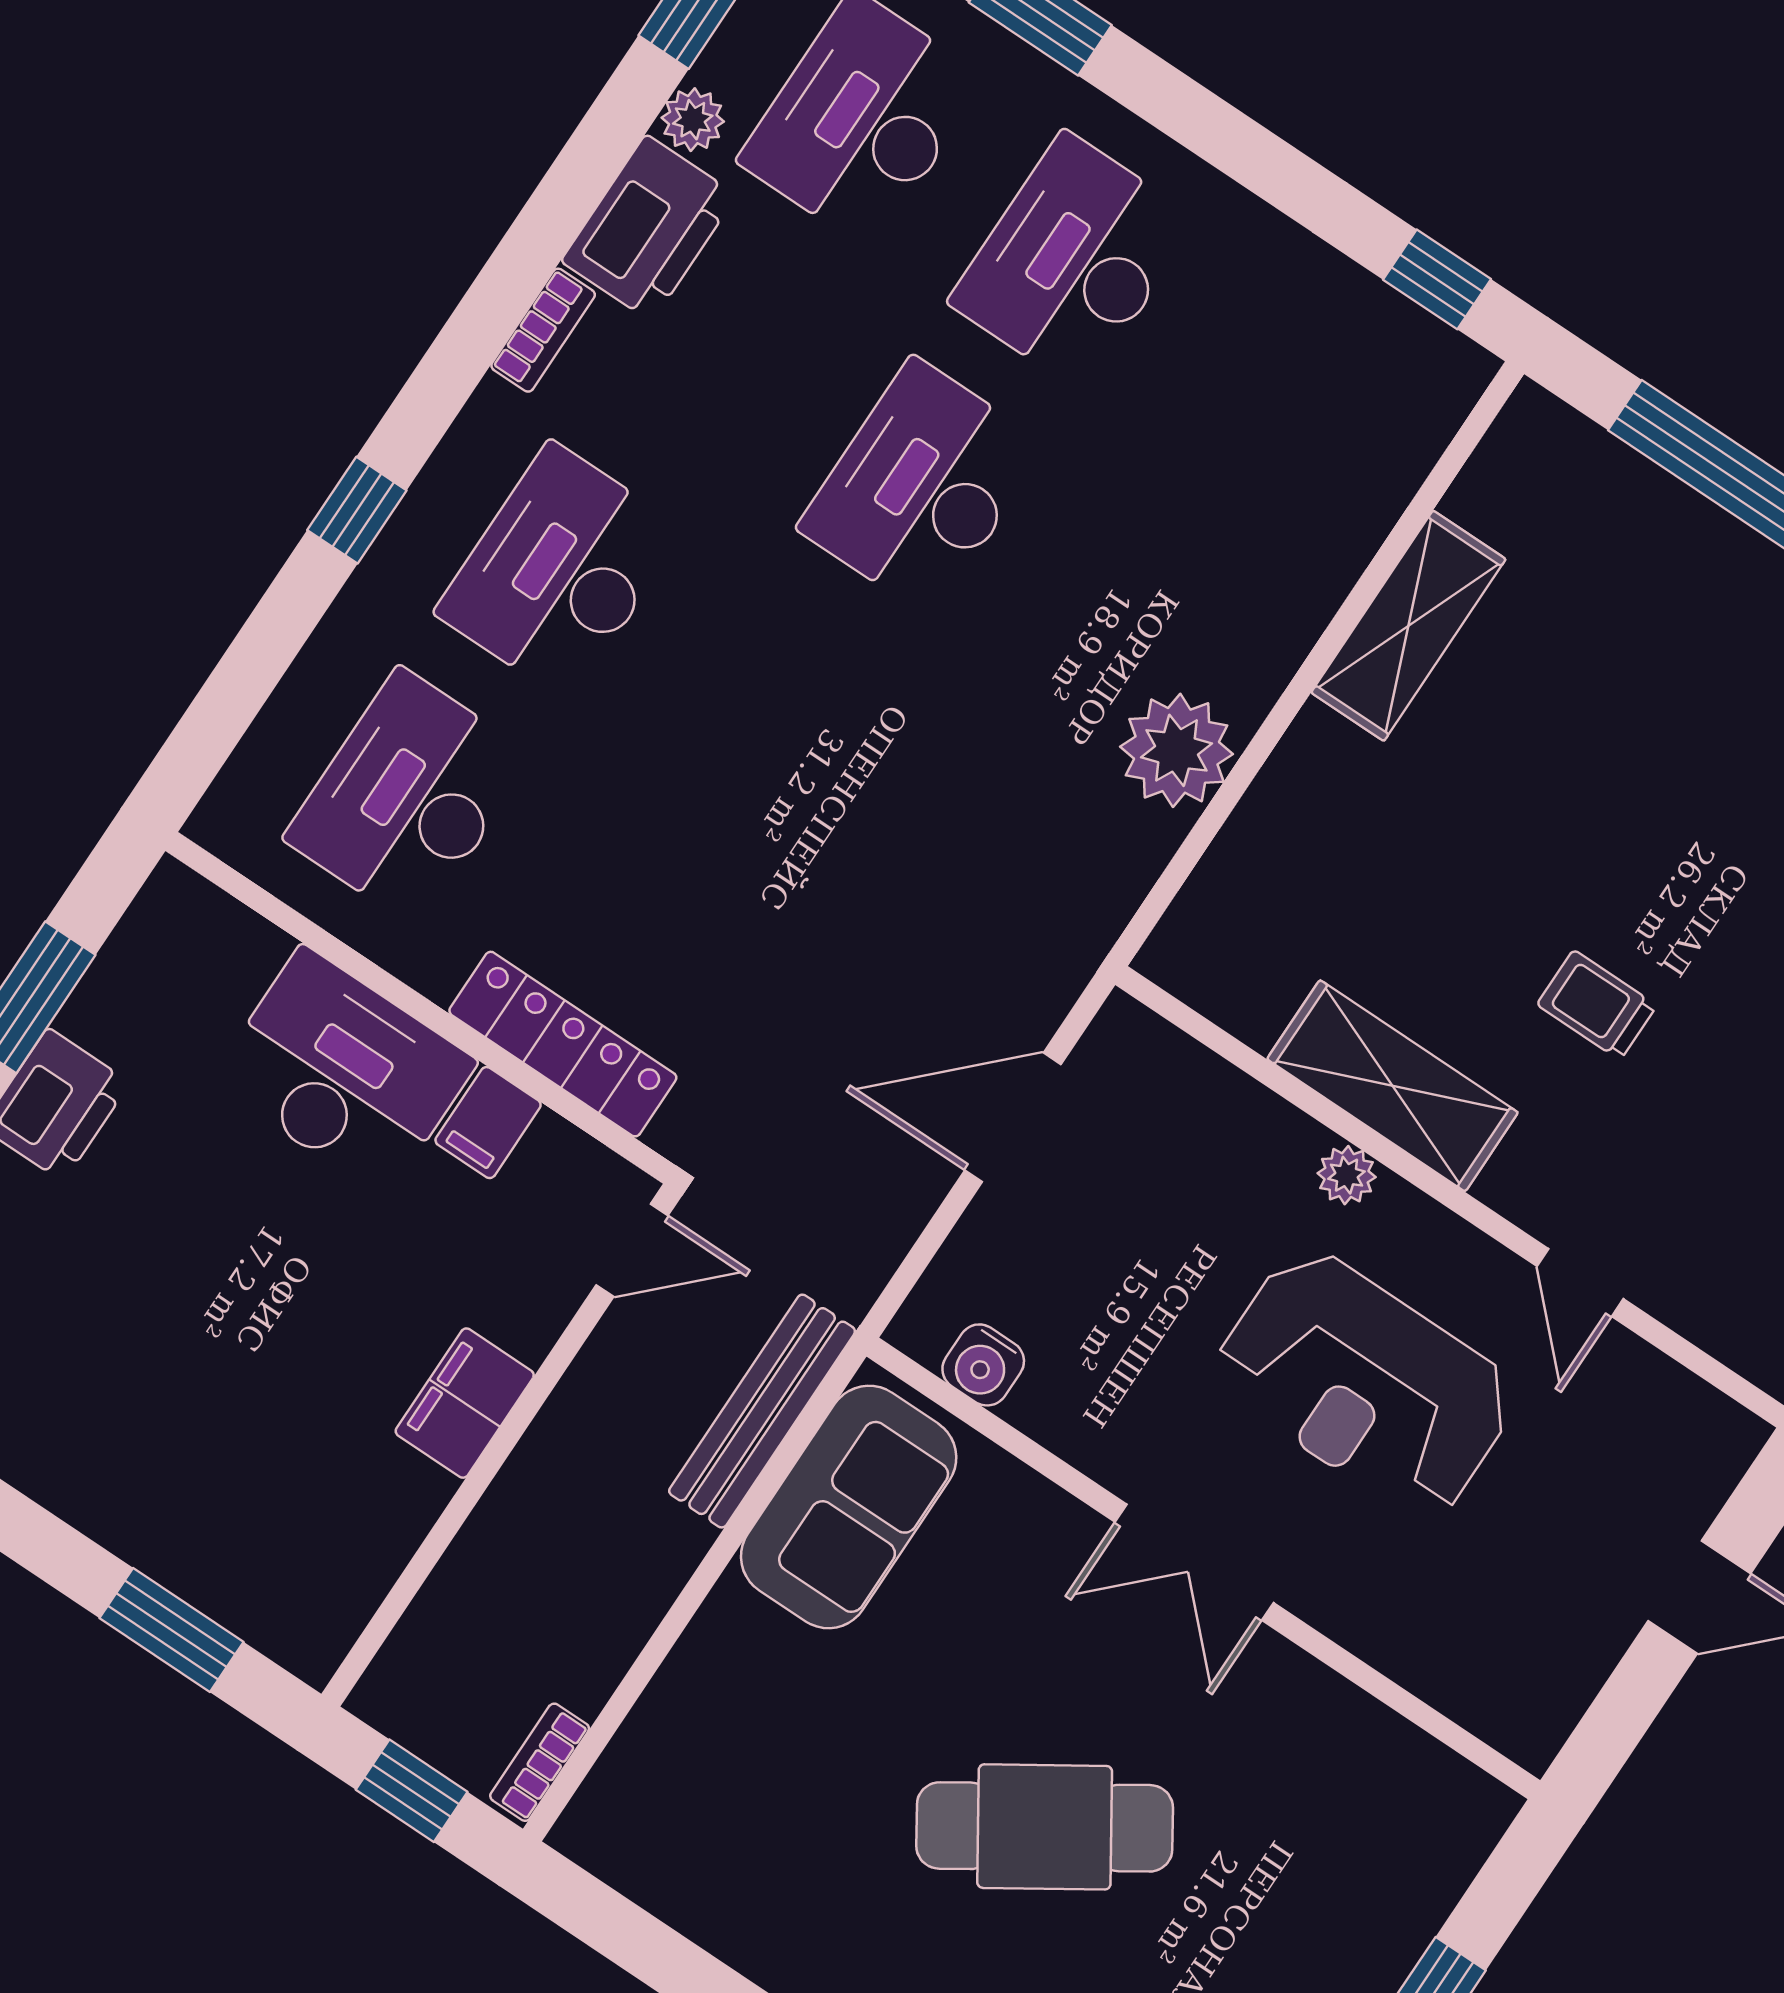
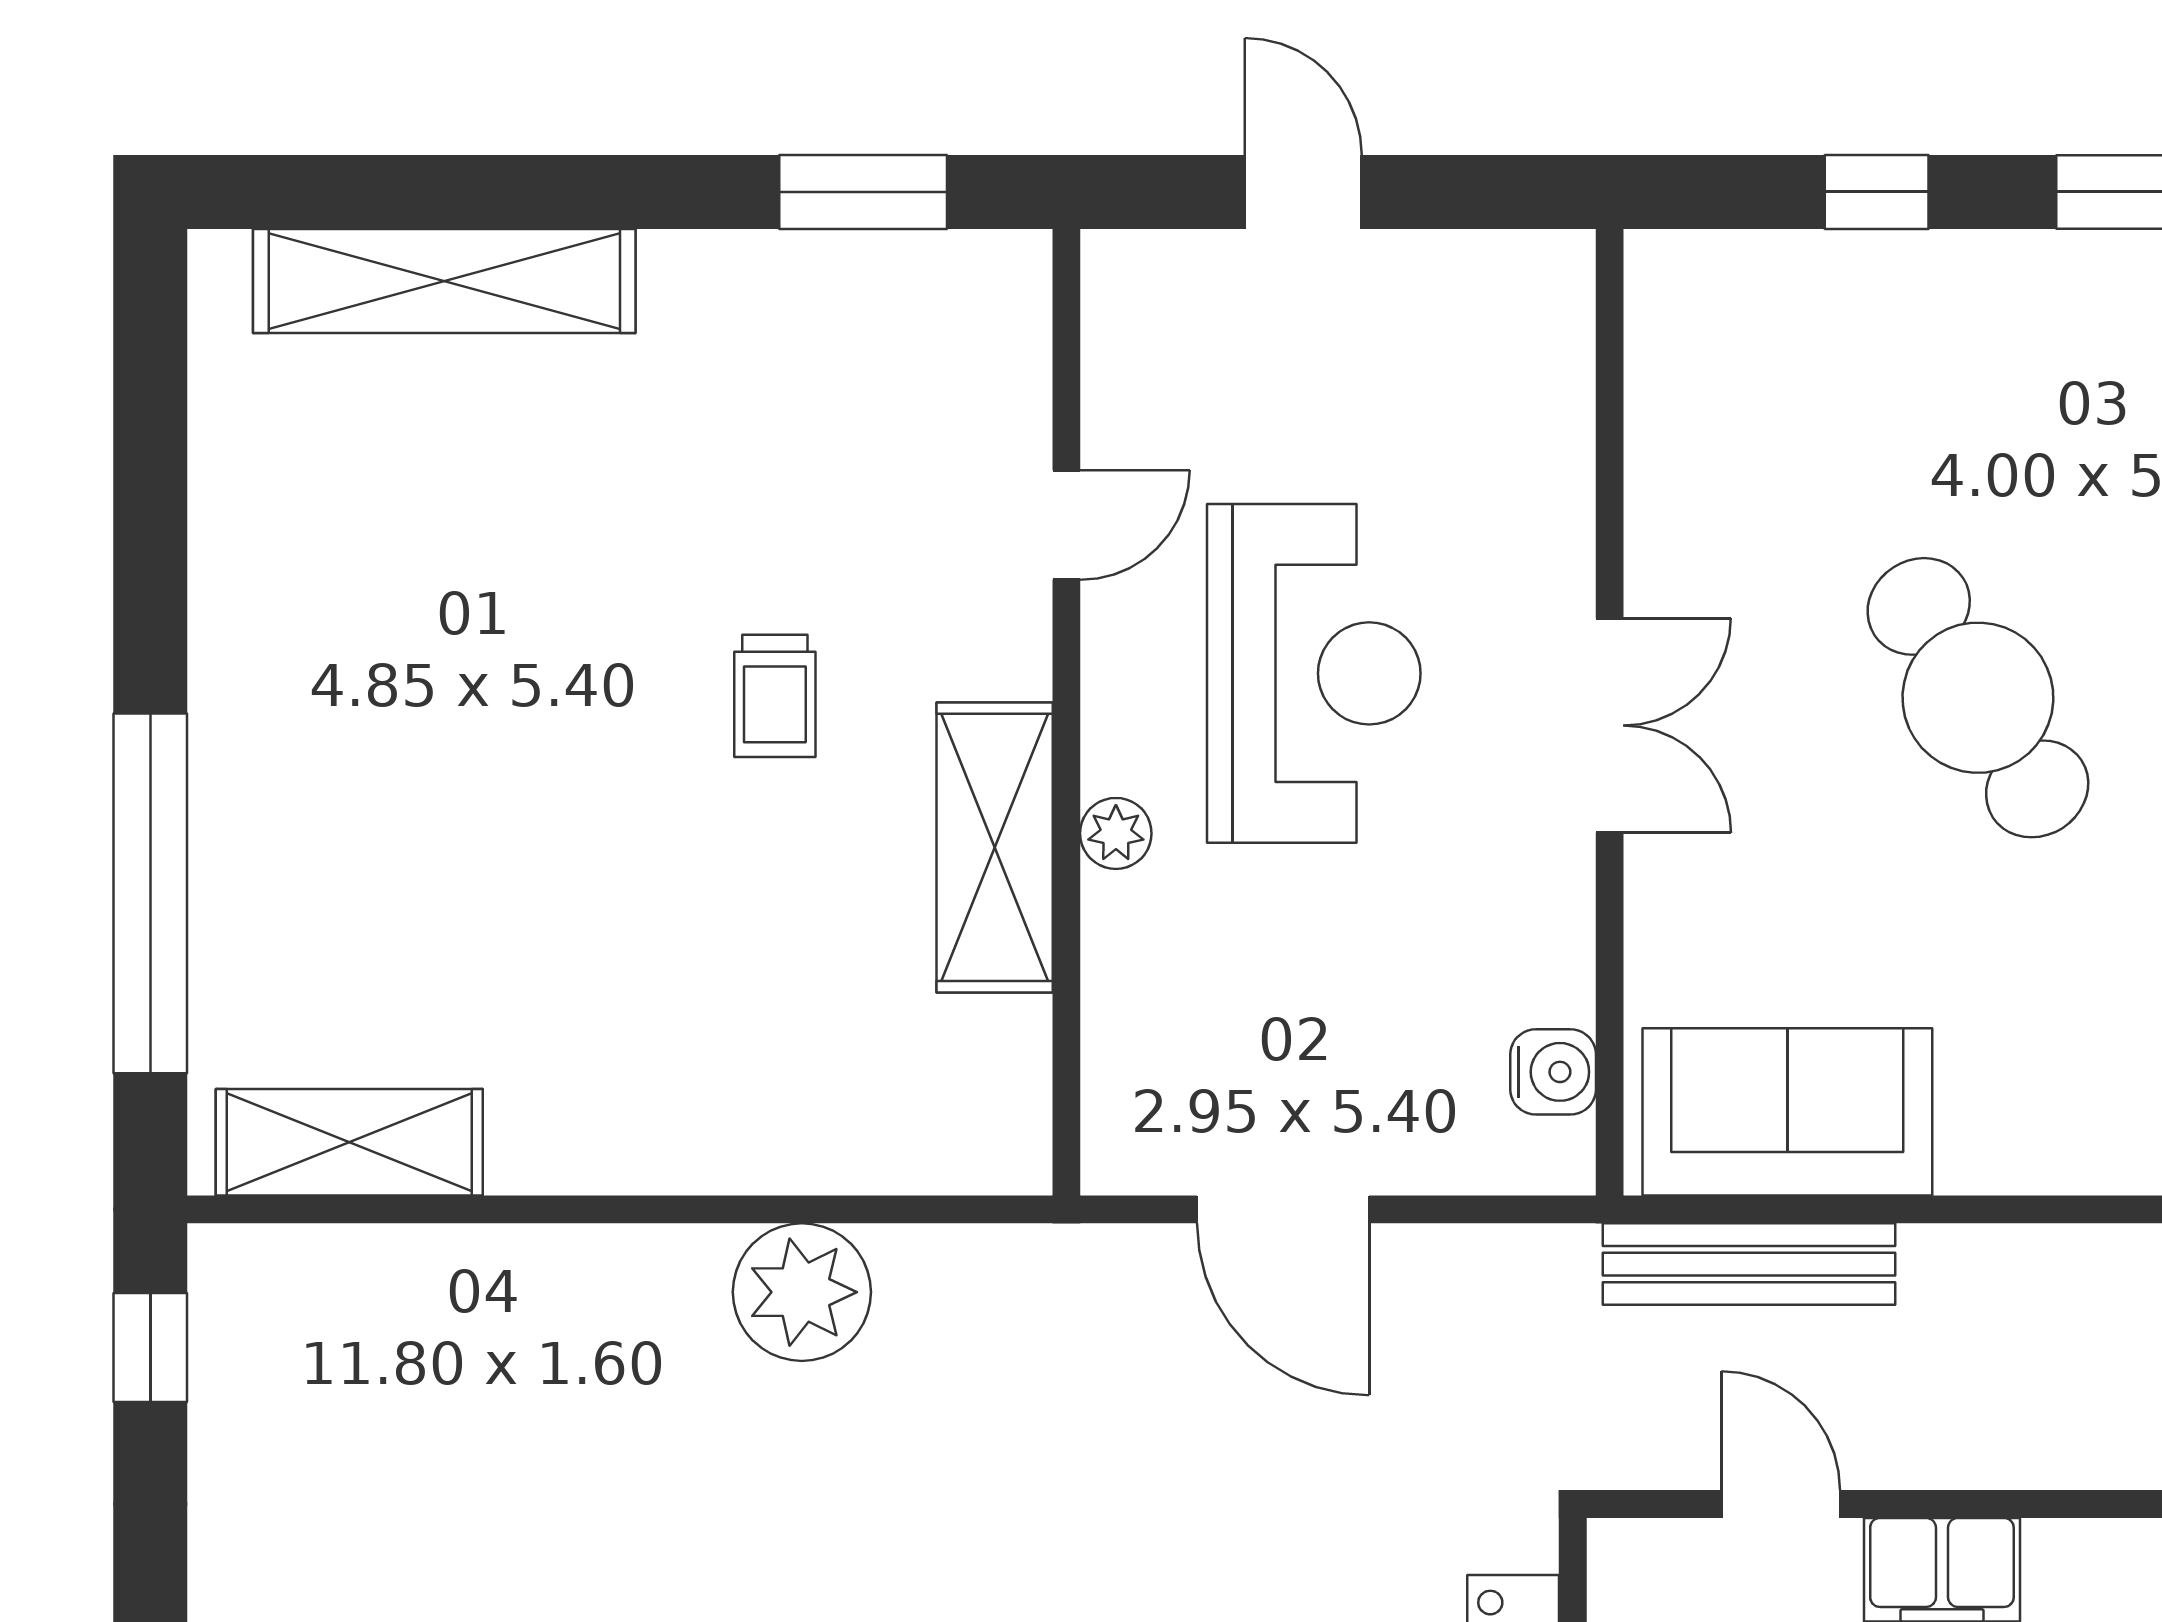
shelving: (1408, 626) -> (349, 1142), moved
door: (632, 1250) -> (1781, 1504), moved

